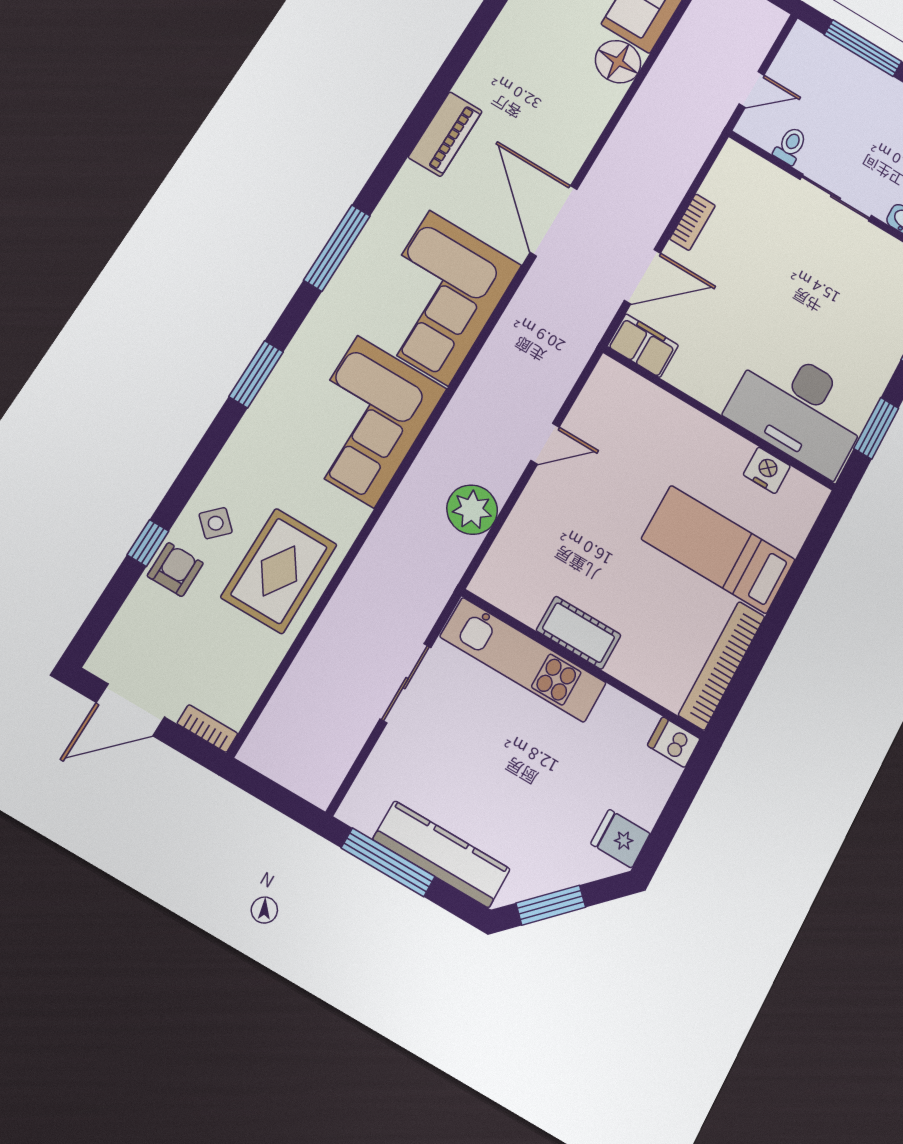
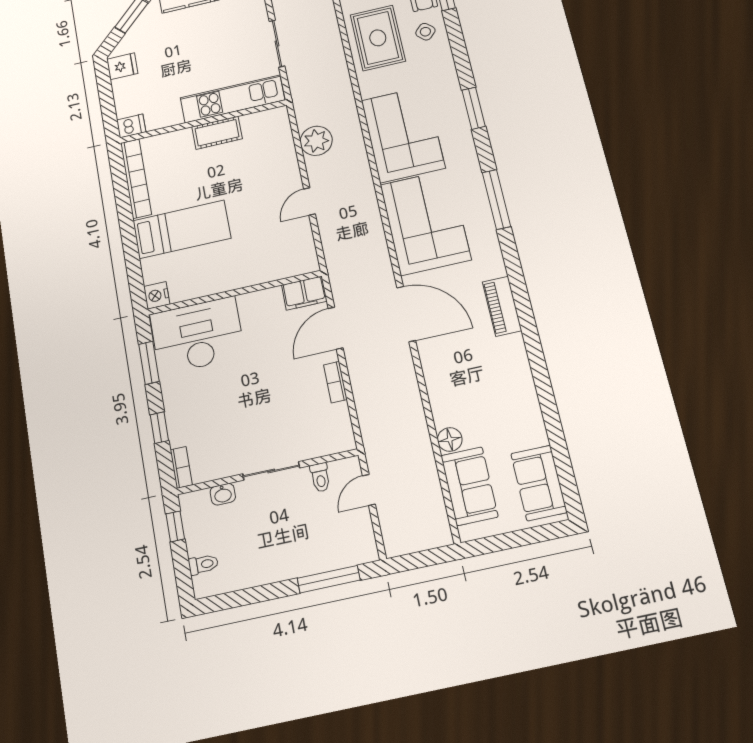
floor lamp: (618, 62) -> (450, 440), width x0.73, depth x0.73
nightstand: (767, 470) -> (157, 295), moved, turned 90

